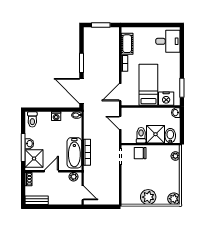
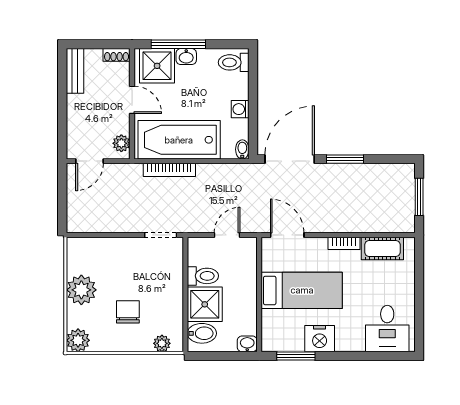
nightstand: (166, 99) -> (320, 339), moved, turned -90
bathtub: (74, 153) -> (179, 140), width x1.36, depth x1.36
chair: (140, 153) -> (128, 312), moved

